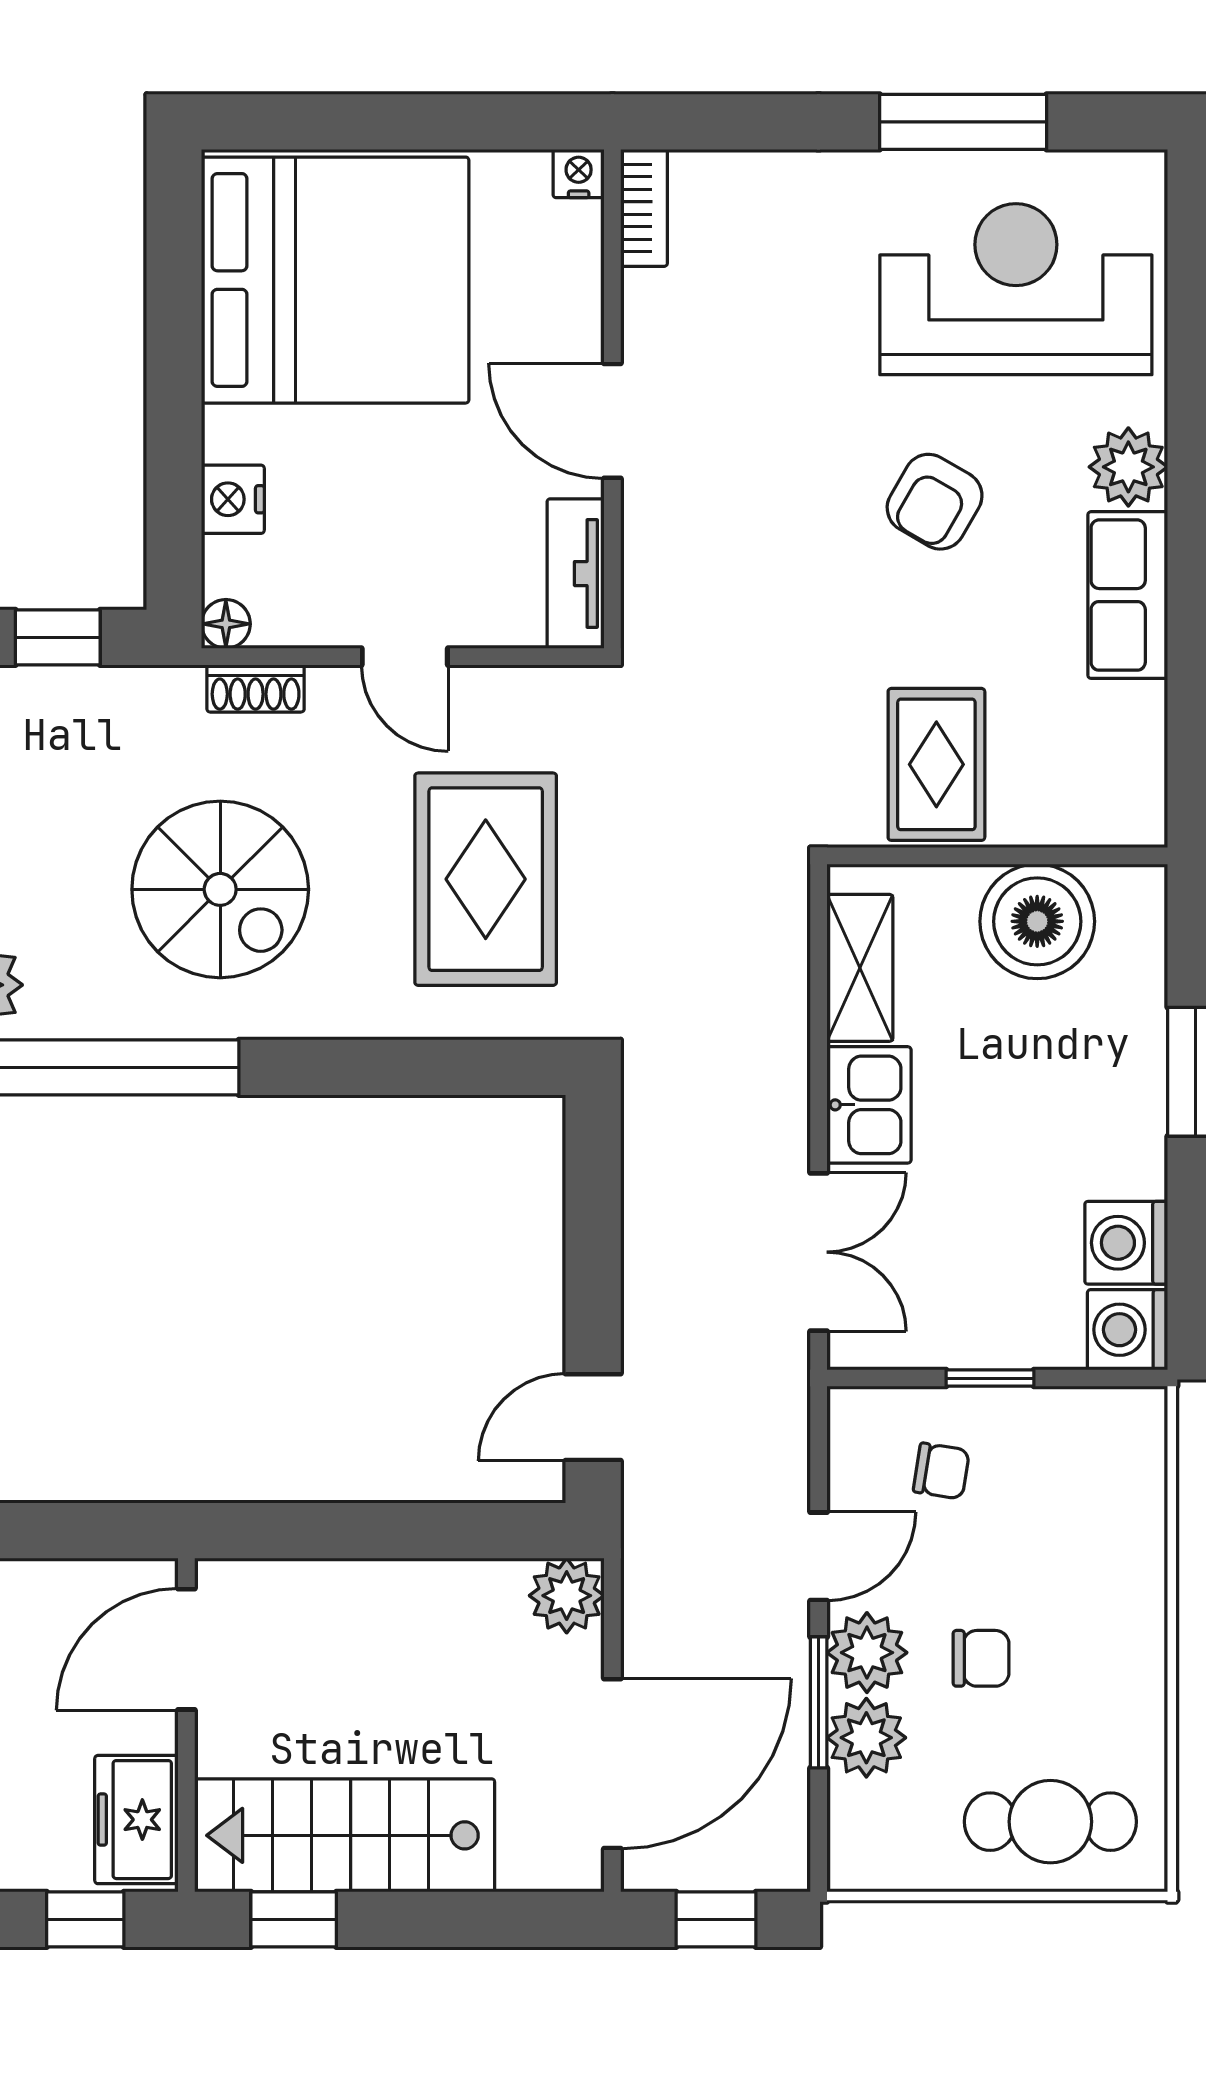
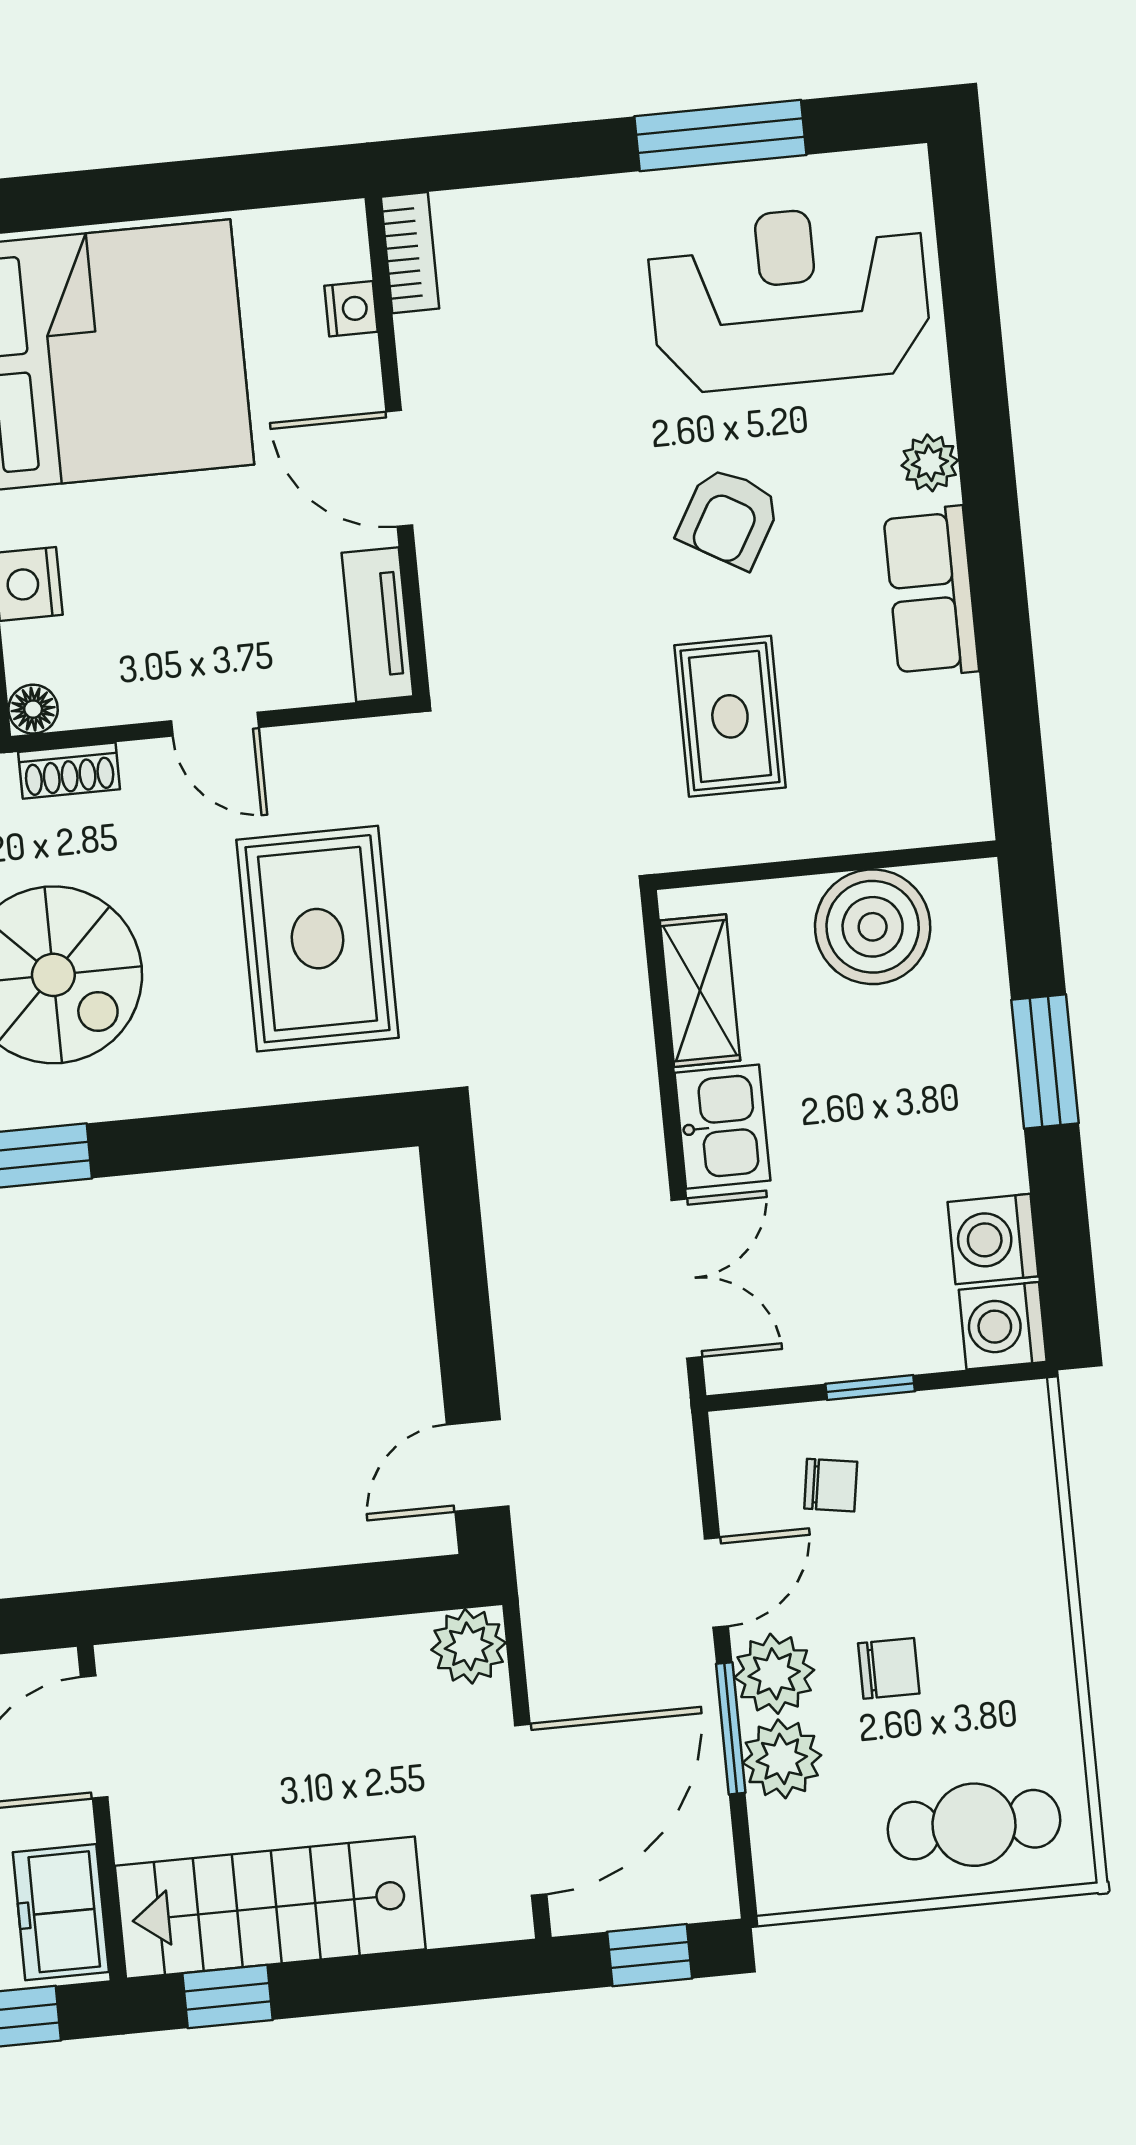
nightstand: (579, 174) -> (351, 309), moved, turned 90
plant: (1128, 467) -> (930, 463), width x0.73, depth x0.73
rug: (936, 764) -> (730, 716), moved

